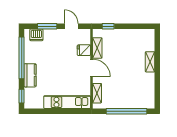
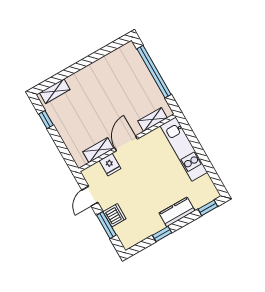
window: (108, 26) -> (46, 120), moved
dishwasher: (36, 35) -> (115, 215), moved
window: (22, 58) -> (162, 234), width x0.32
shelving: (150, 62) -> (55, 91), moved

